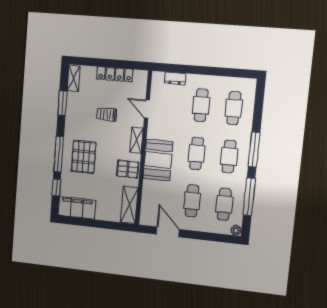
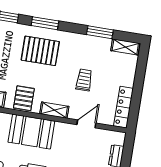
locker: (115, 74) -> (123, 107), moved
window: (59, 154) -> (45, 23), width x0.69

